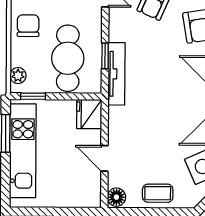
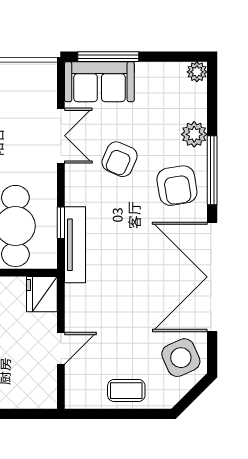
door: (104, 158) -> (61, 348), swing flipped
floor lamp: (116, 197) -> (76, 396), removed

